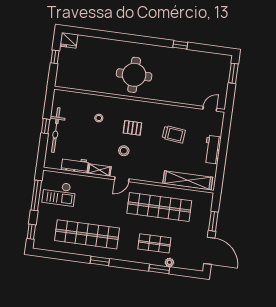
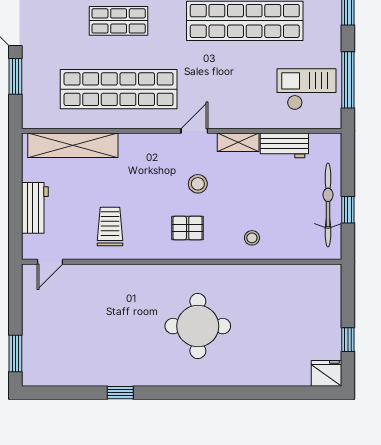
wall: (140, 99) -> (182, 262), moved
door: (210, 109) -> (50, 262), moved
trolley: (174, 134) -> (110, 227), turned 84

